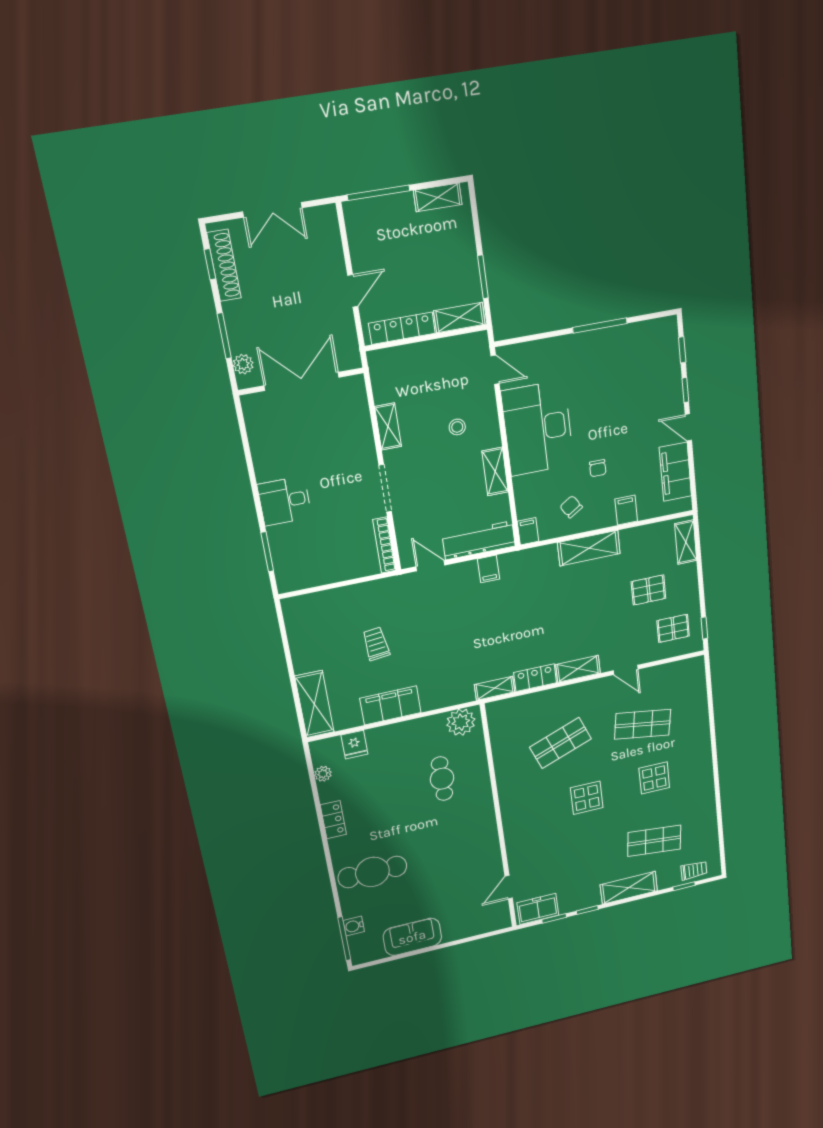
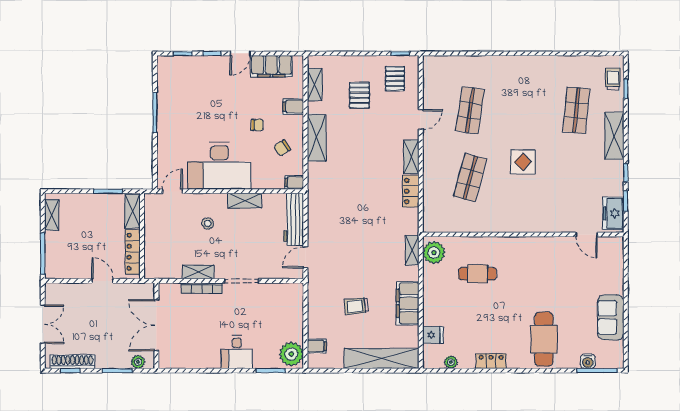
shelving: (686, 542) -> (315, 85), moved, turned 90
bookcase: (384, 545) -> (202, 288), moved
filing cabinet: (489, 569) -> (317, 346), moved
plant: (296, 574) -> (291, 354), added
shelving: (495, 688) -> (412, 250), moved
shelving: (314, 704) -> (381, 358), width x1.47
shop shelf: (561, 743) -> (470, 178), turned 36
display table: (654, 778) -> (519, 105), removed

